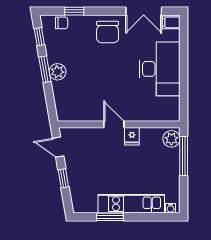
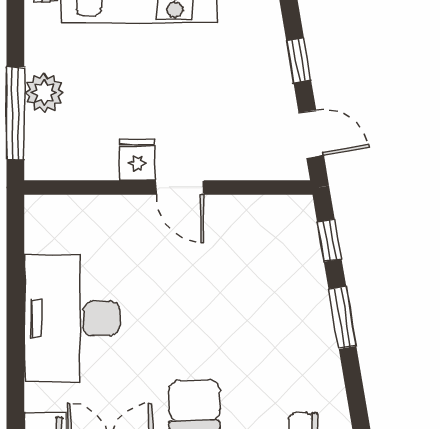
window: (39, 37) -> (329, 240), moved
plant: (57, 72) -> (313, 312), removed
plant: (171, 139) -> (44, 93), moved

